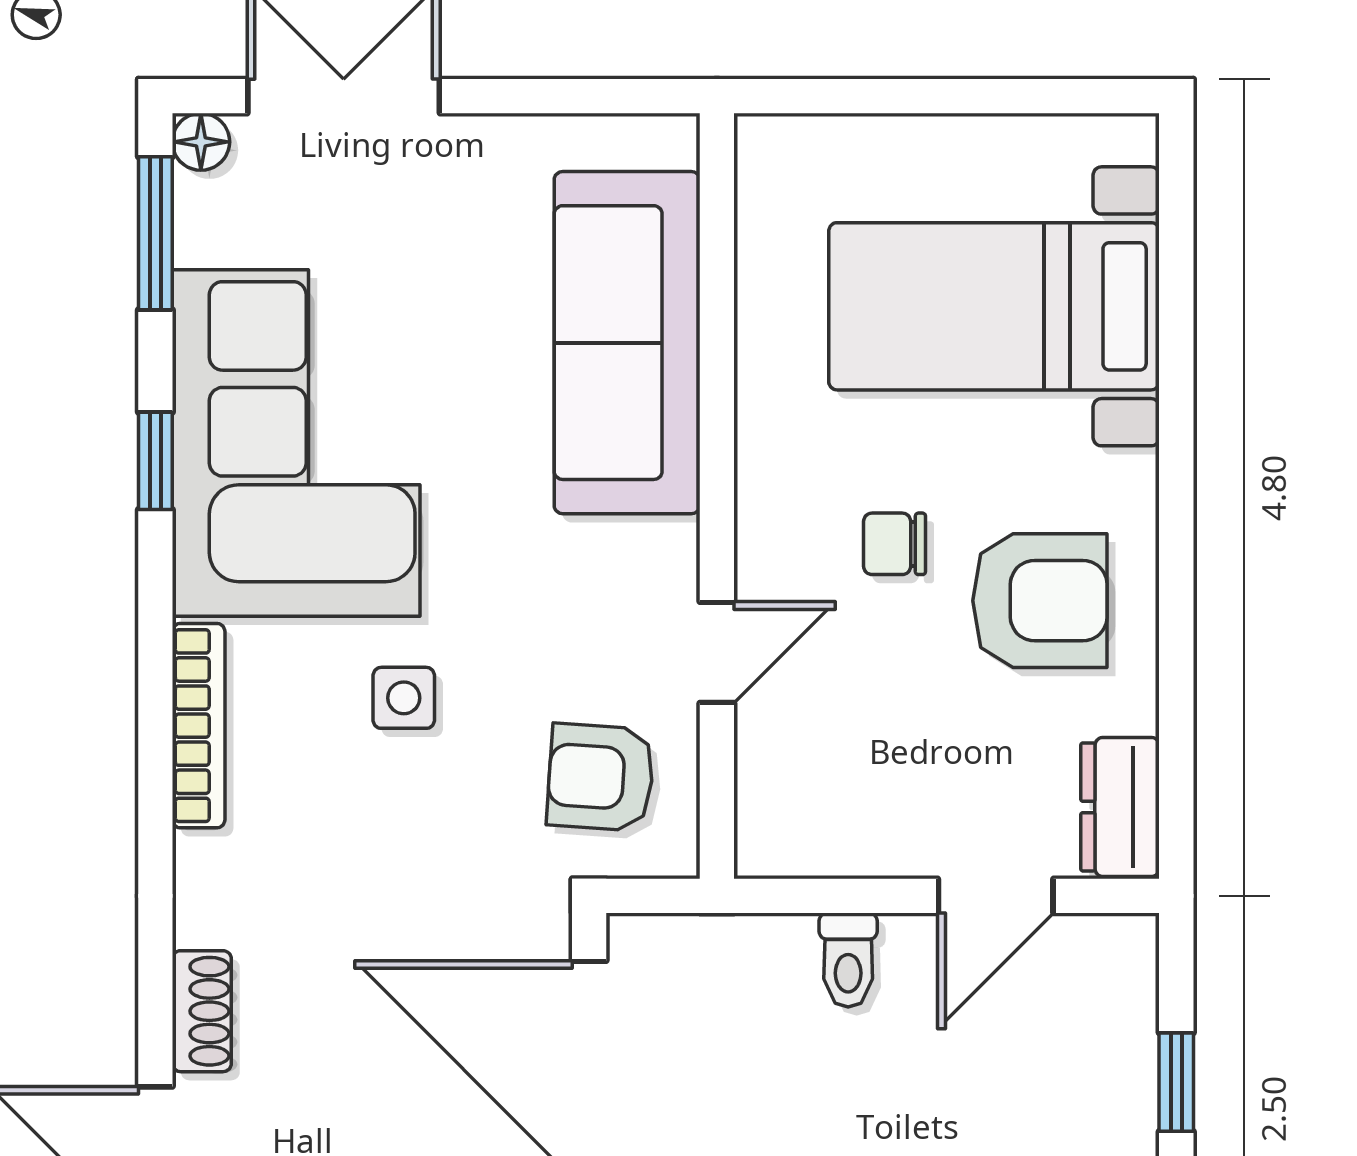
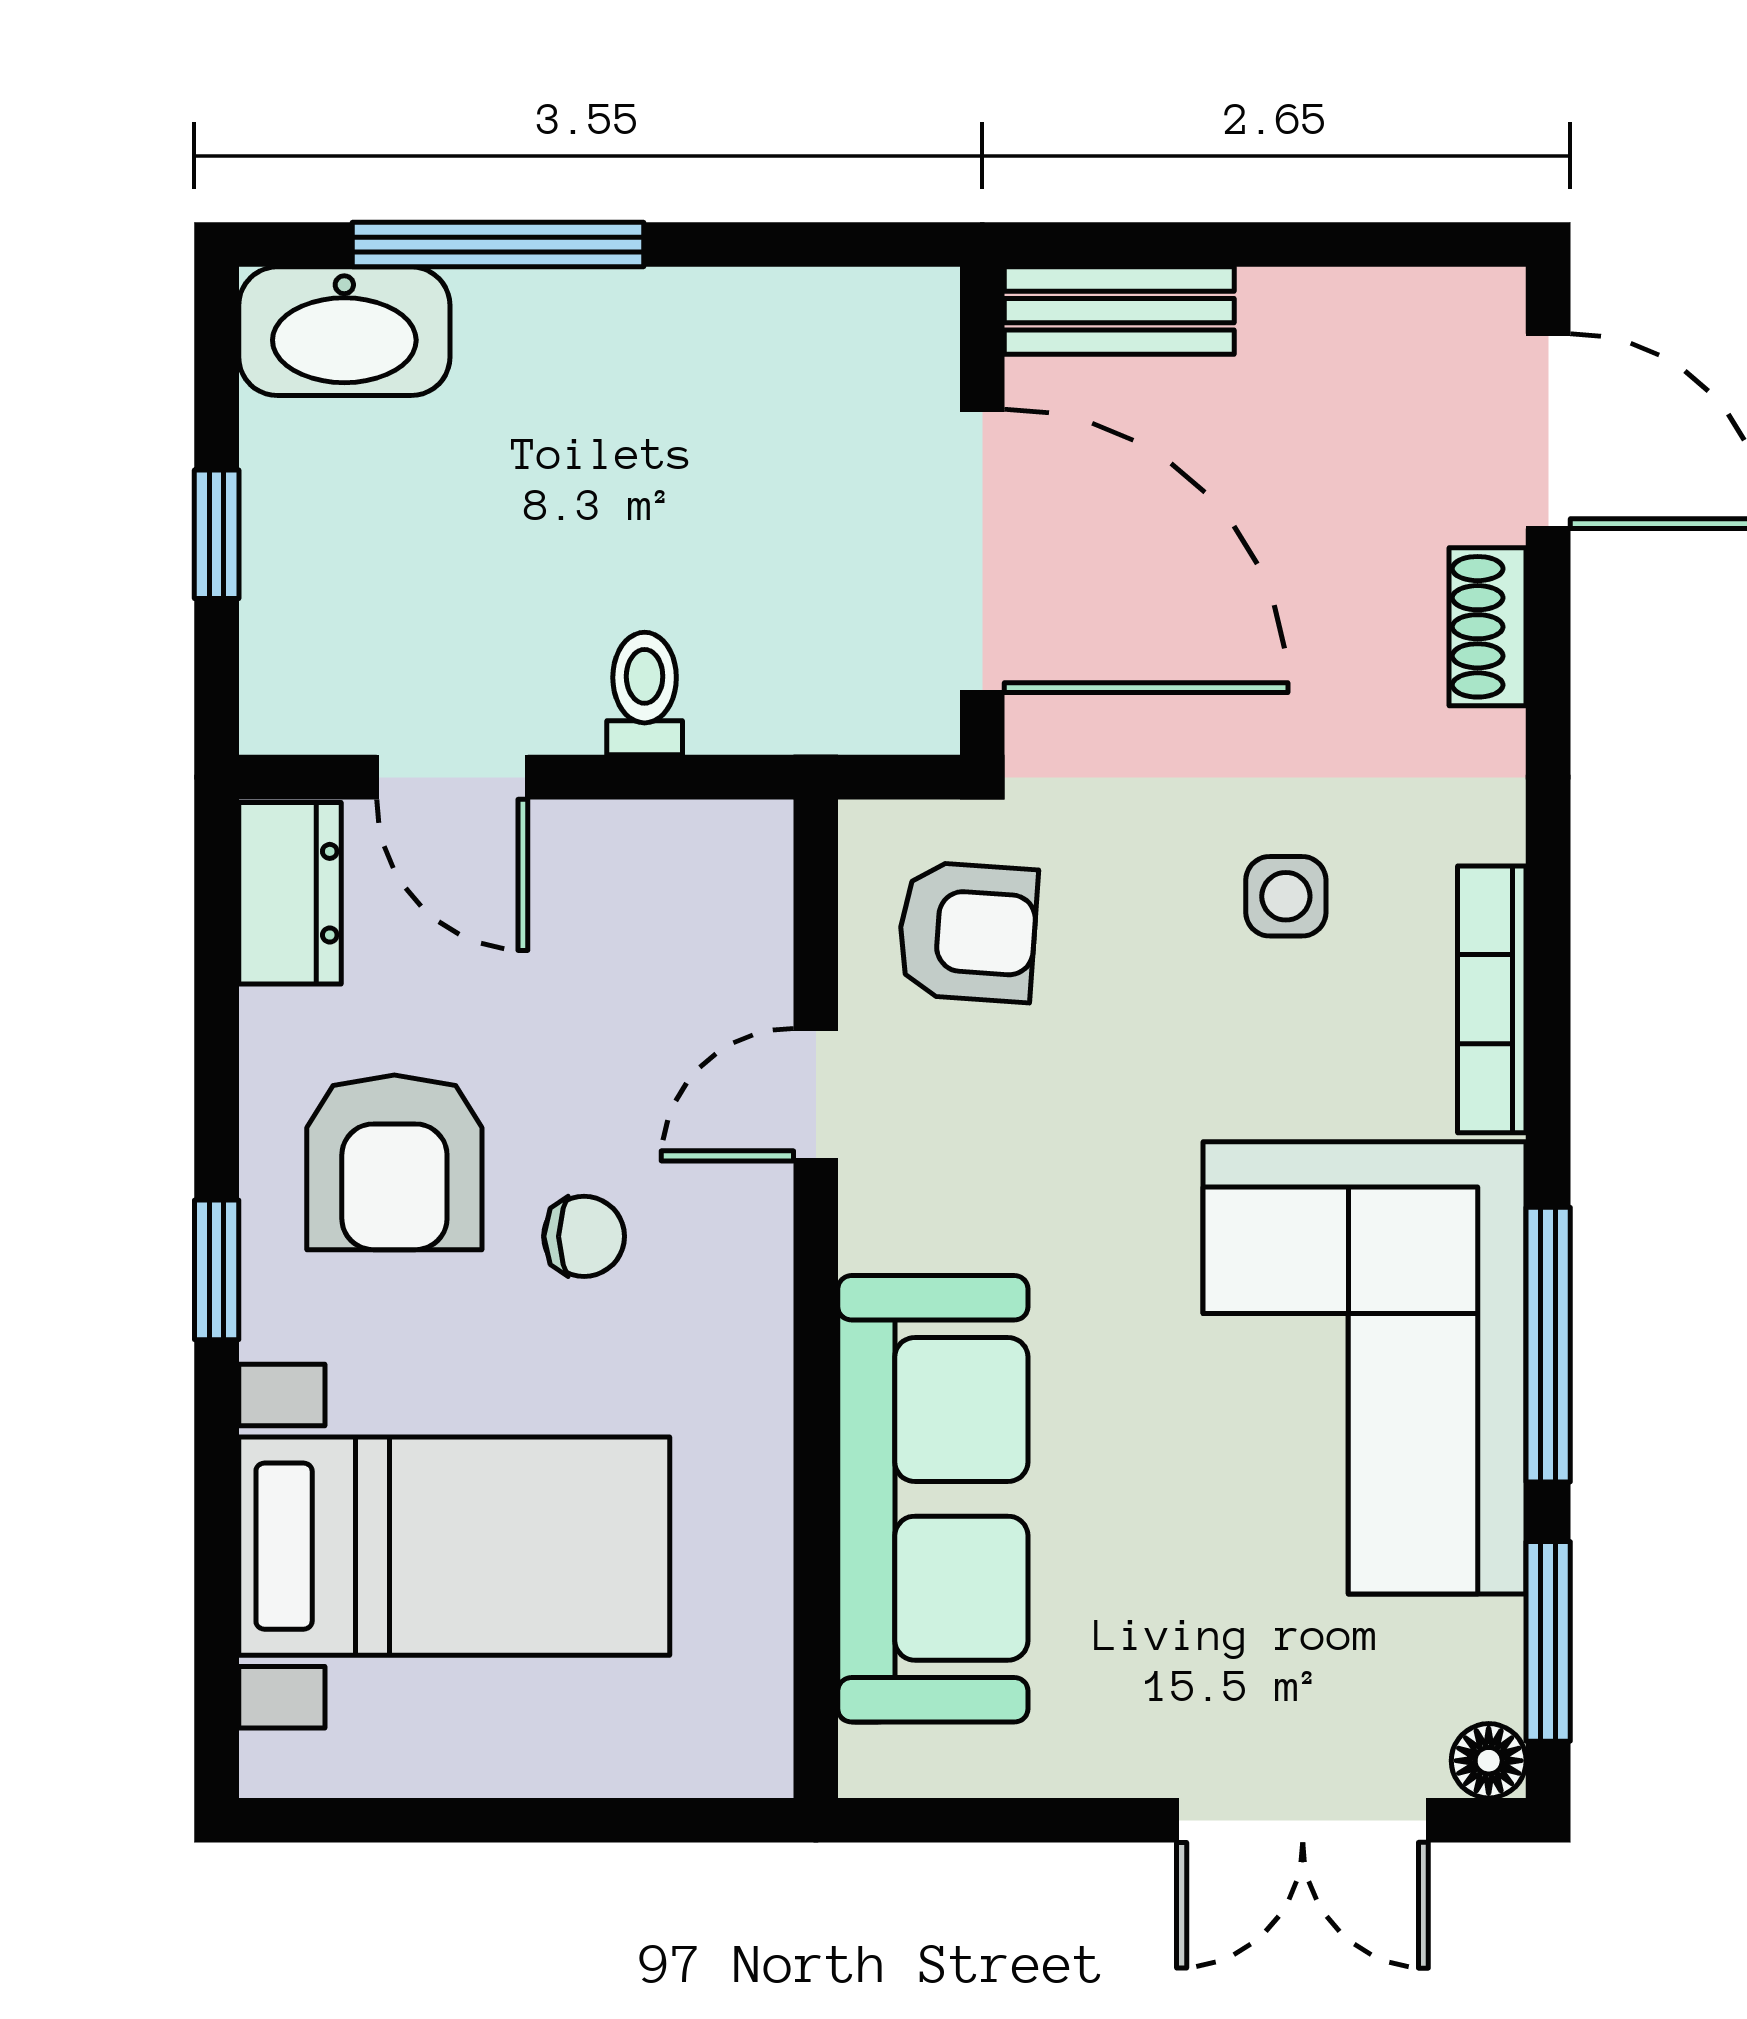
window: (155, 461) -> (1548, 1345), width x2.17
window: (1176, 518) -> (217, 1270), added
armchair: (1040, 601) -> (394, 1162), turned -90
side table: (404, 698) -> (1286, 896), moved
door: (996, 896) -> (452, 777), swing flipped

